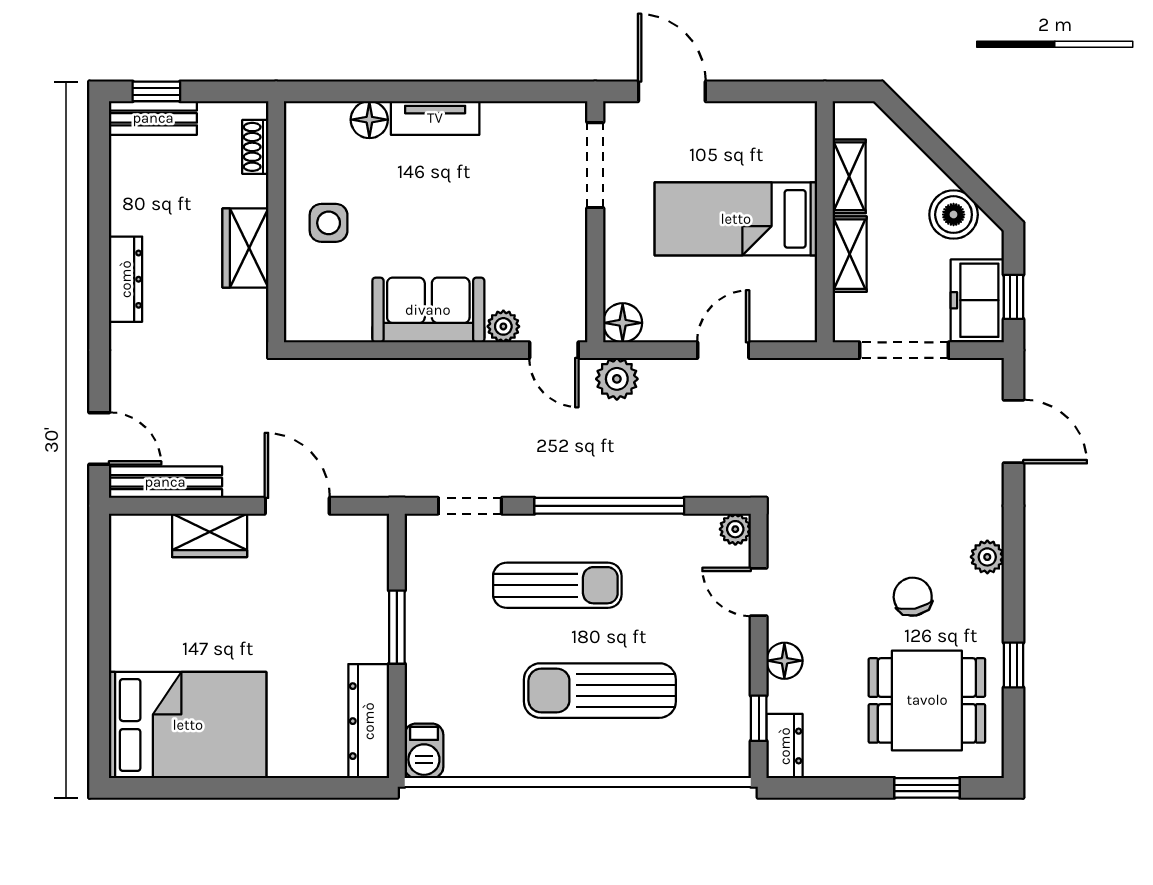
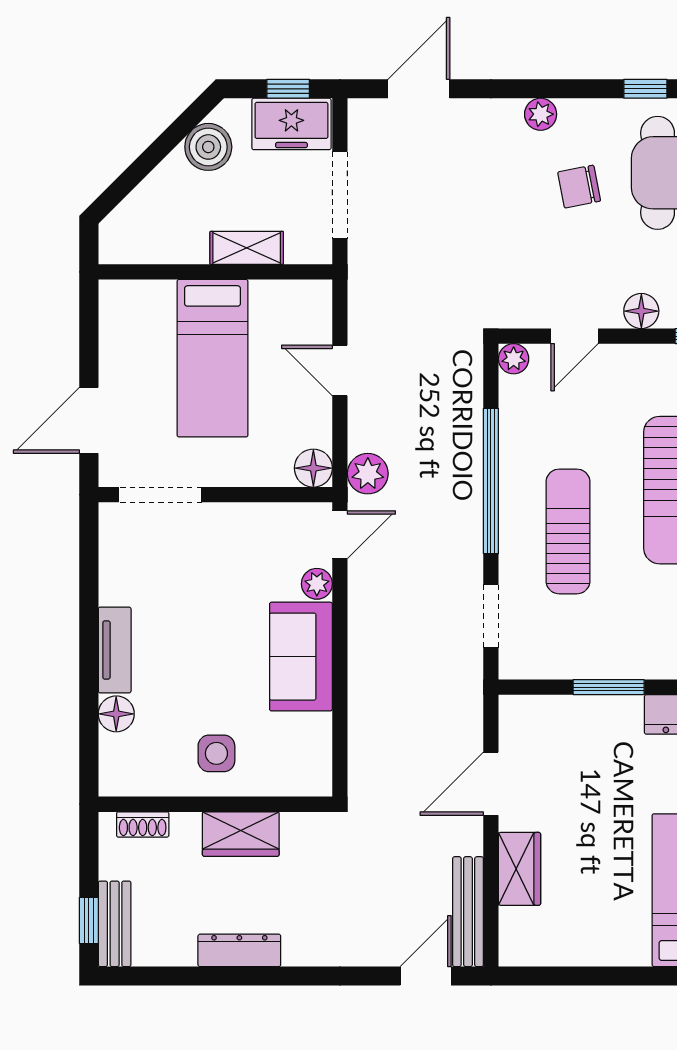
shelving: (849, 176) -> (171, 248), removed
dresser: (126, 279) -> (239, 950), moved

